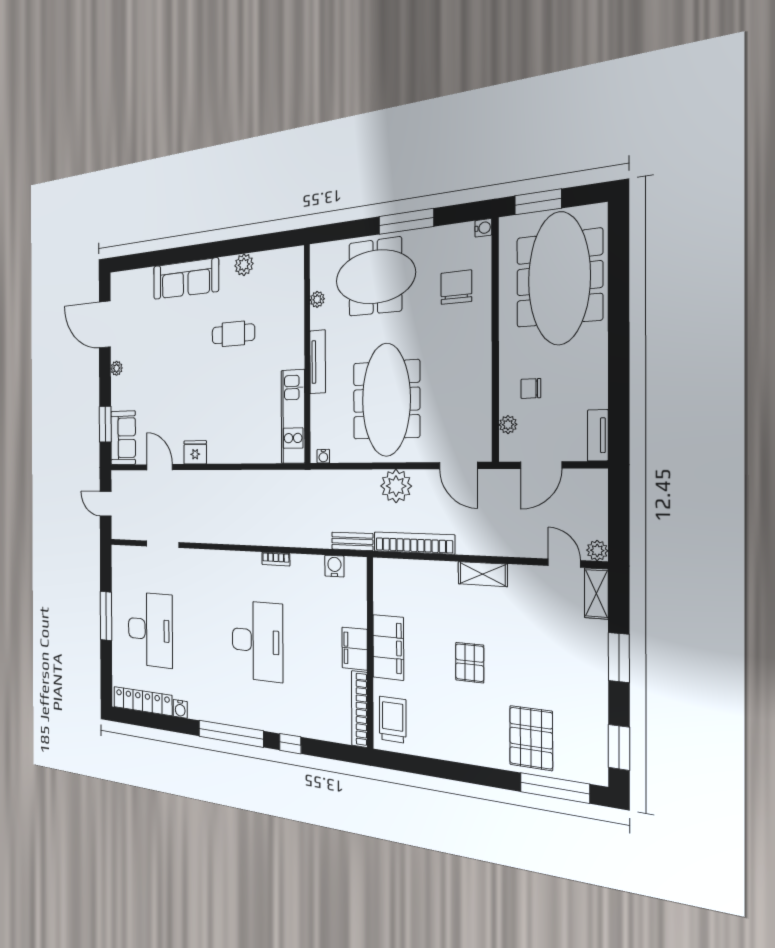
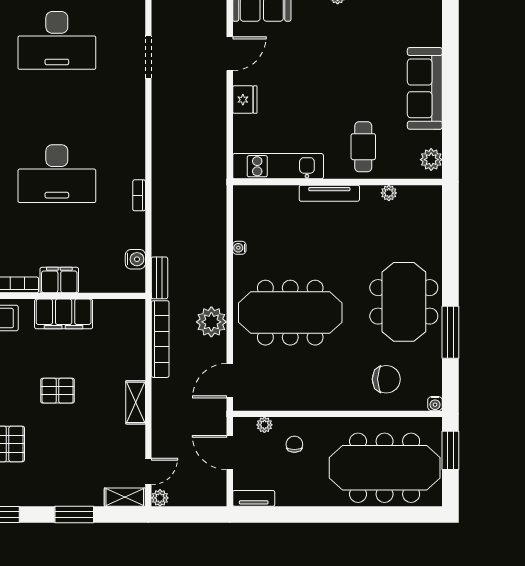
plant: (317, 299) -> (389, 193), moved
wall: (307, 354) -> (338, 182), moved
tv unit: (318, 362) -> (329, 193), moved
kitchen unit: (293, 417) -> (278, 166), moved

